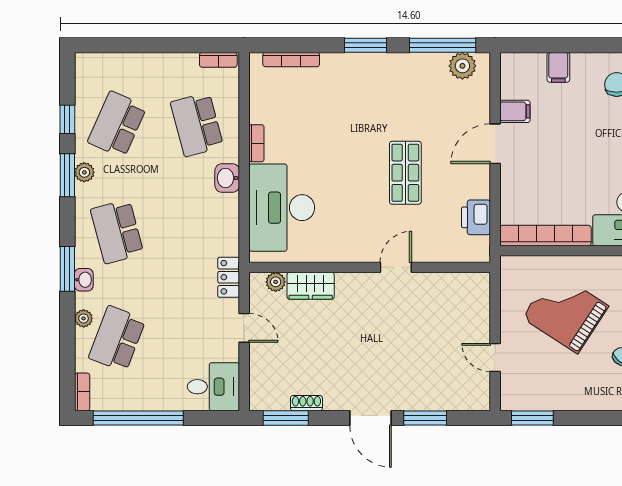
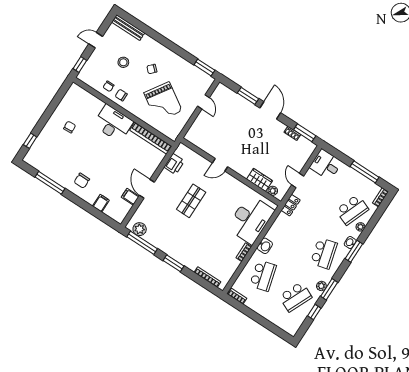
door: (495, 144) -> (147, 189), swing flipped
window: (138, 418) -> (365, 172), width x0.68

